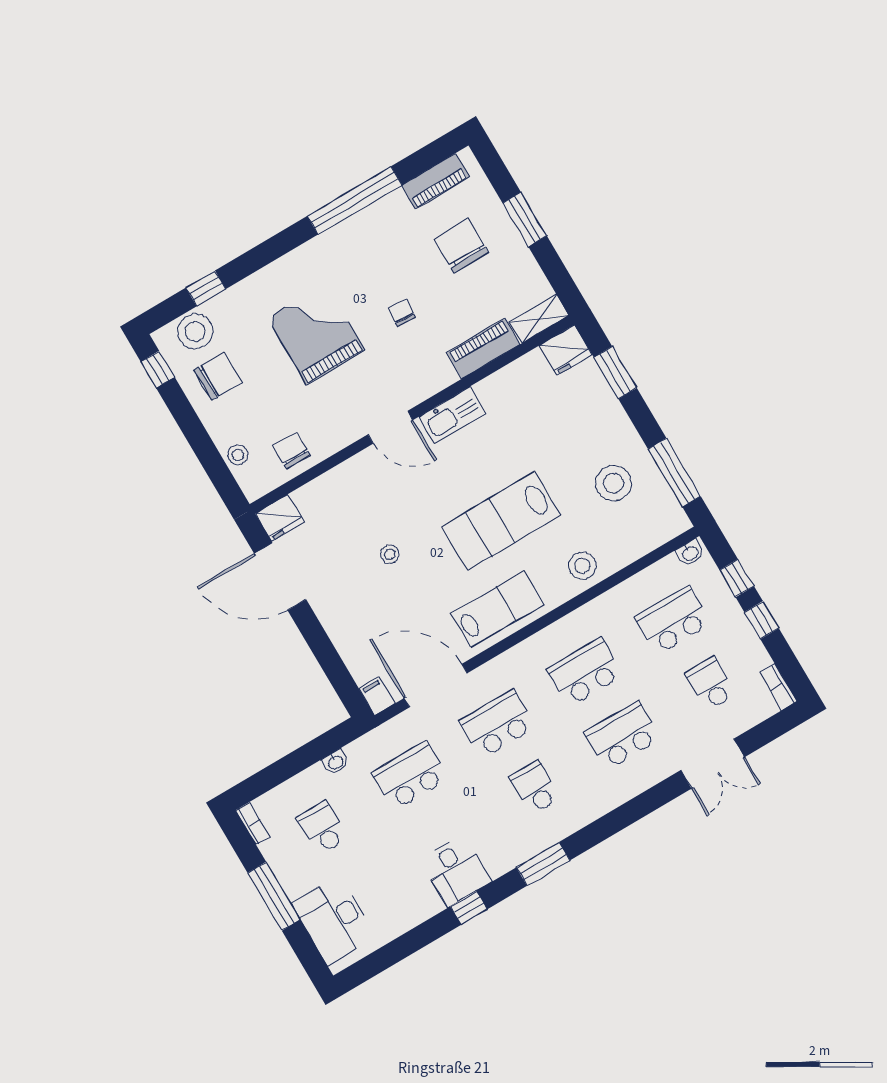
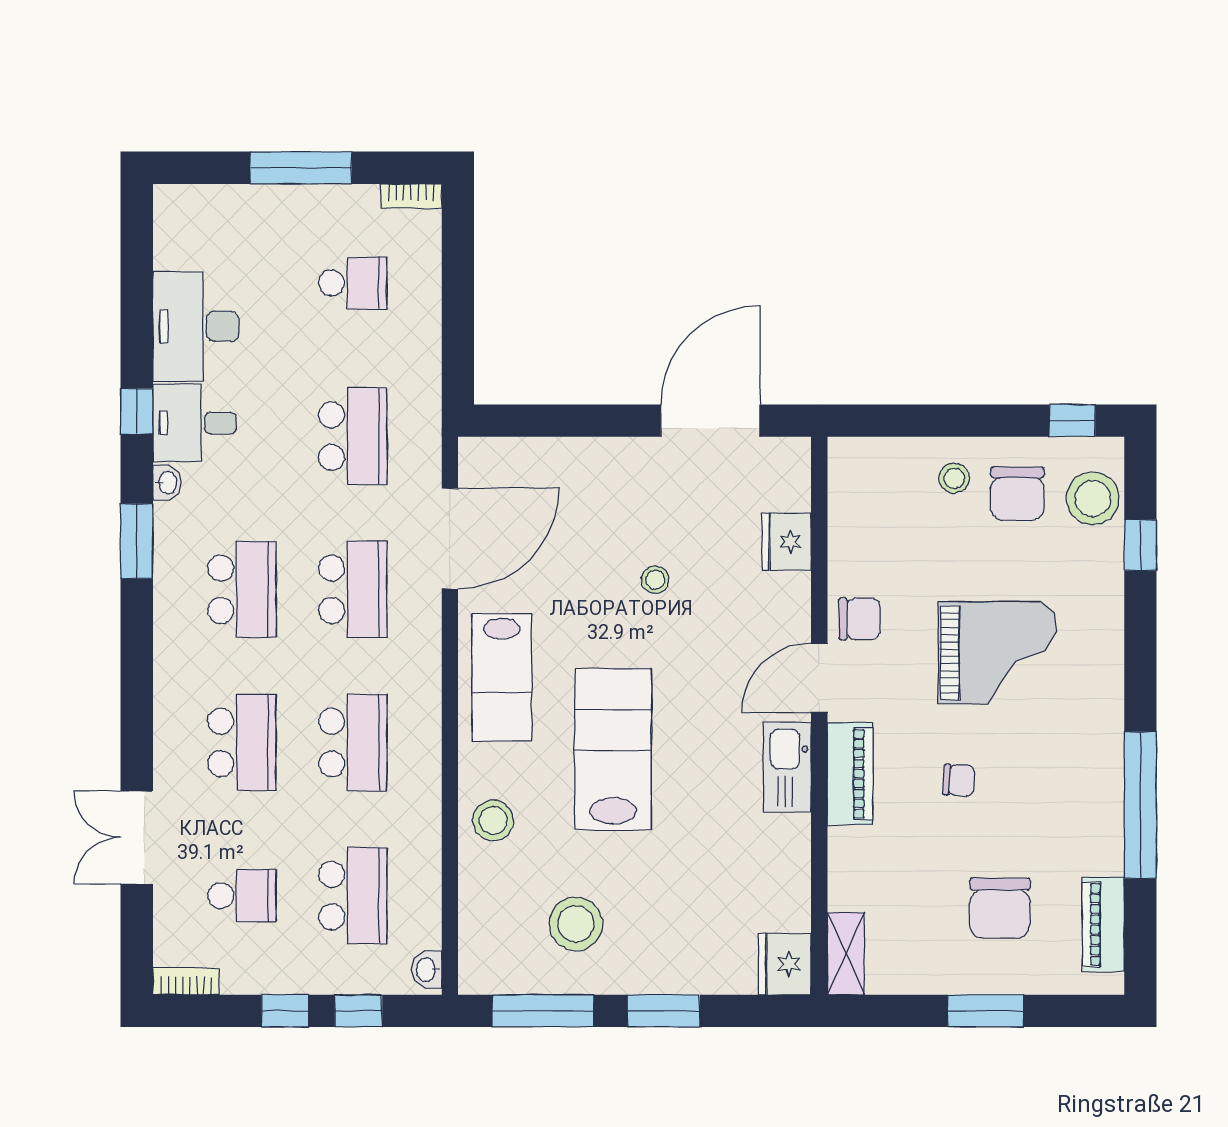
chair: (461, 246) -> (1000, 908), turned 90
piano: (483, 349) -> (850, 774), moved
window: (615, 373) -> (664, 1011), moved
chair: (291, 450) -> (859, 619), moved
stool: (238, 455) -> (954, 478), moved
fridge: (280, 518) -> (787, 542), moved
filing cabinet: (377, 696) -> (482, 454), removed
washbasin: (335, 762) -> (167, 483), moved, turned 180
school desk: (535, 787) -> (242, 589), width x1.85
desk: (334, 920) -> (196, 326), moved, turned -90

